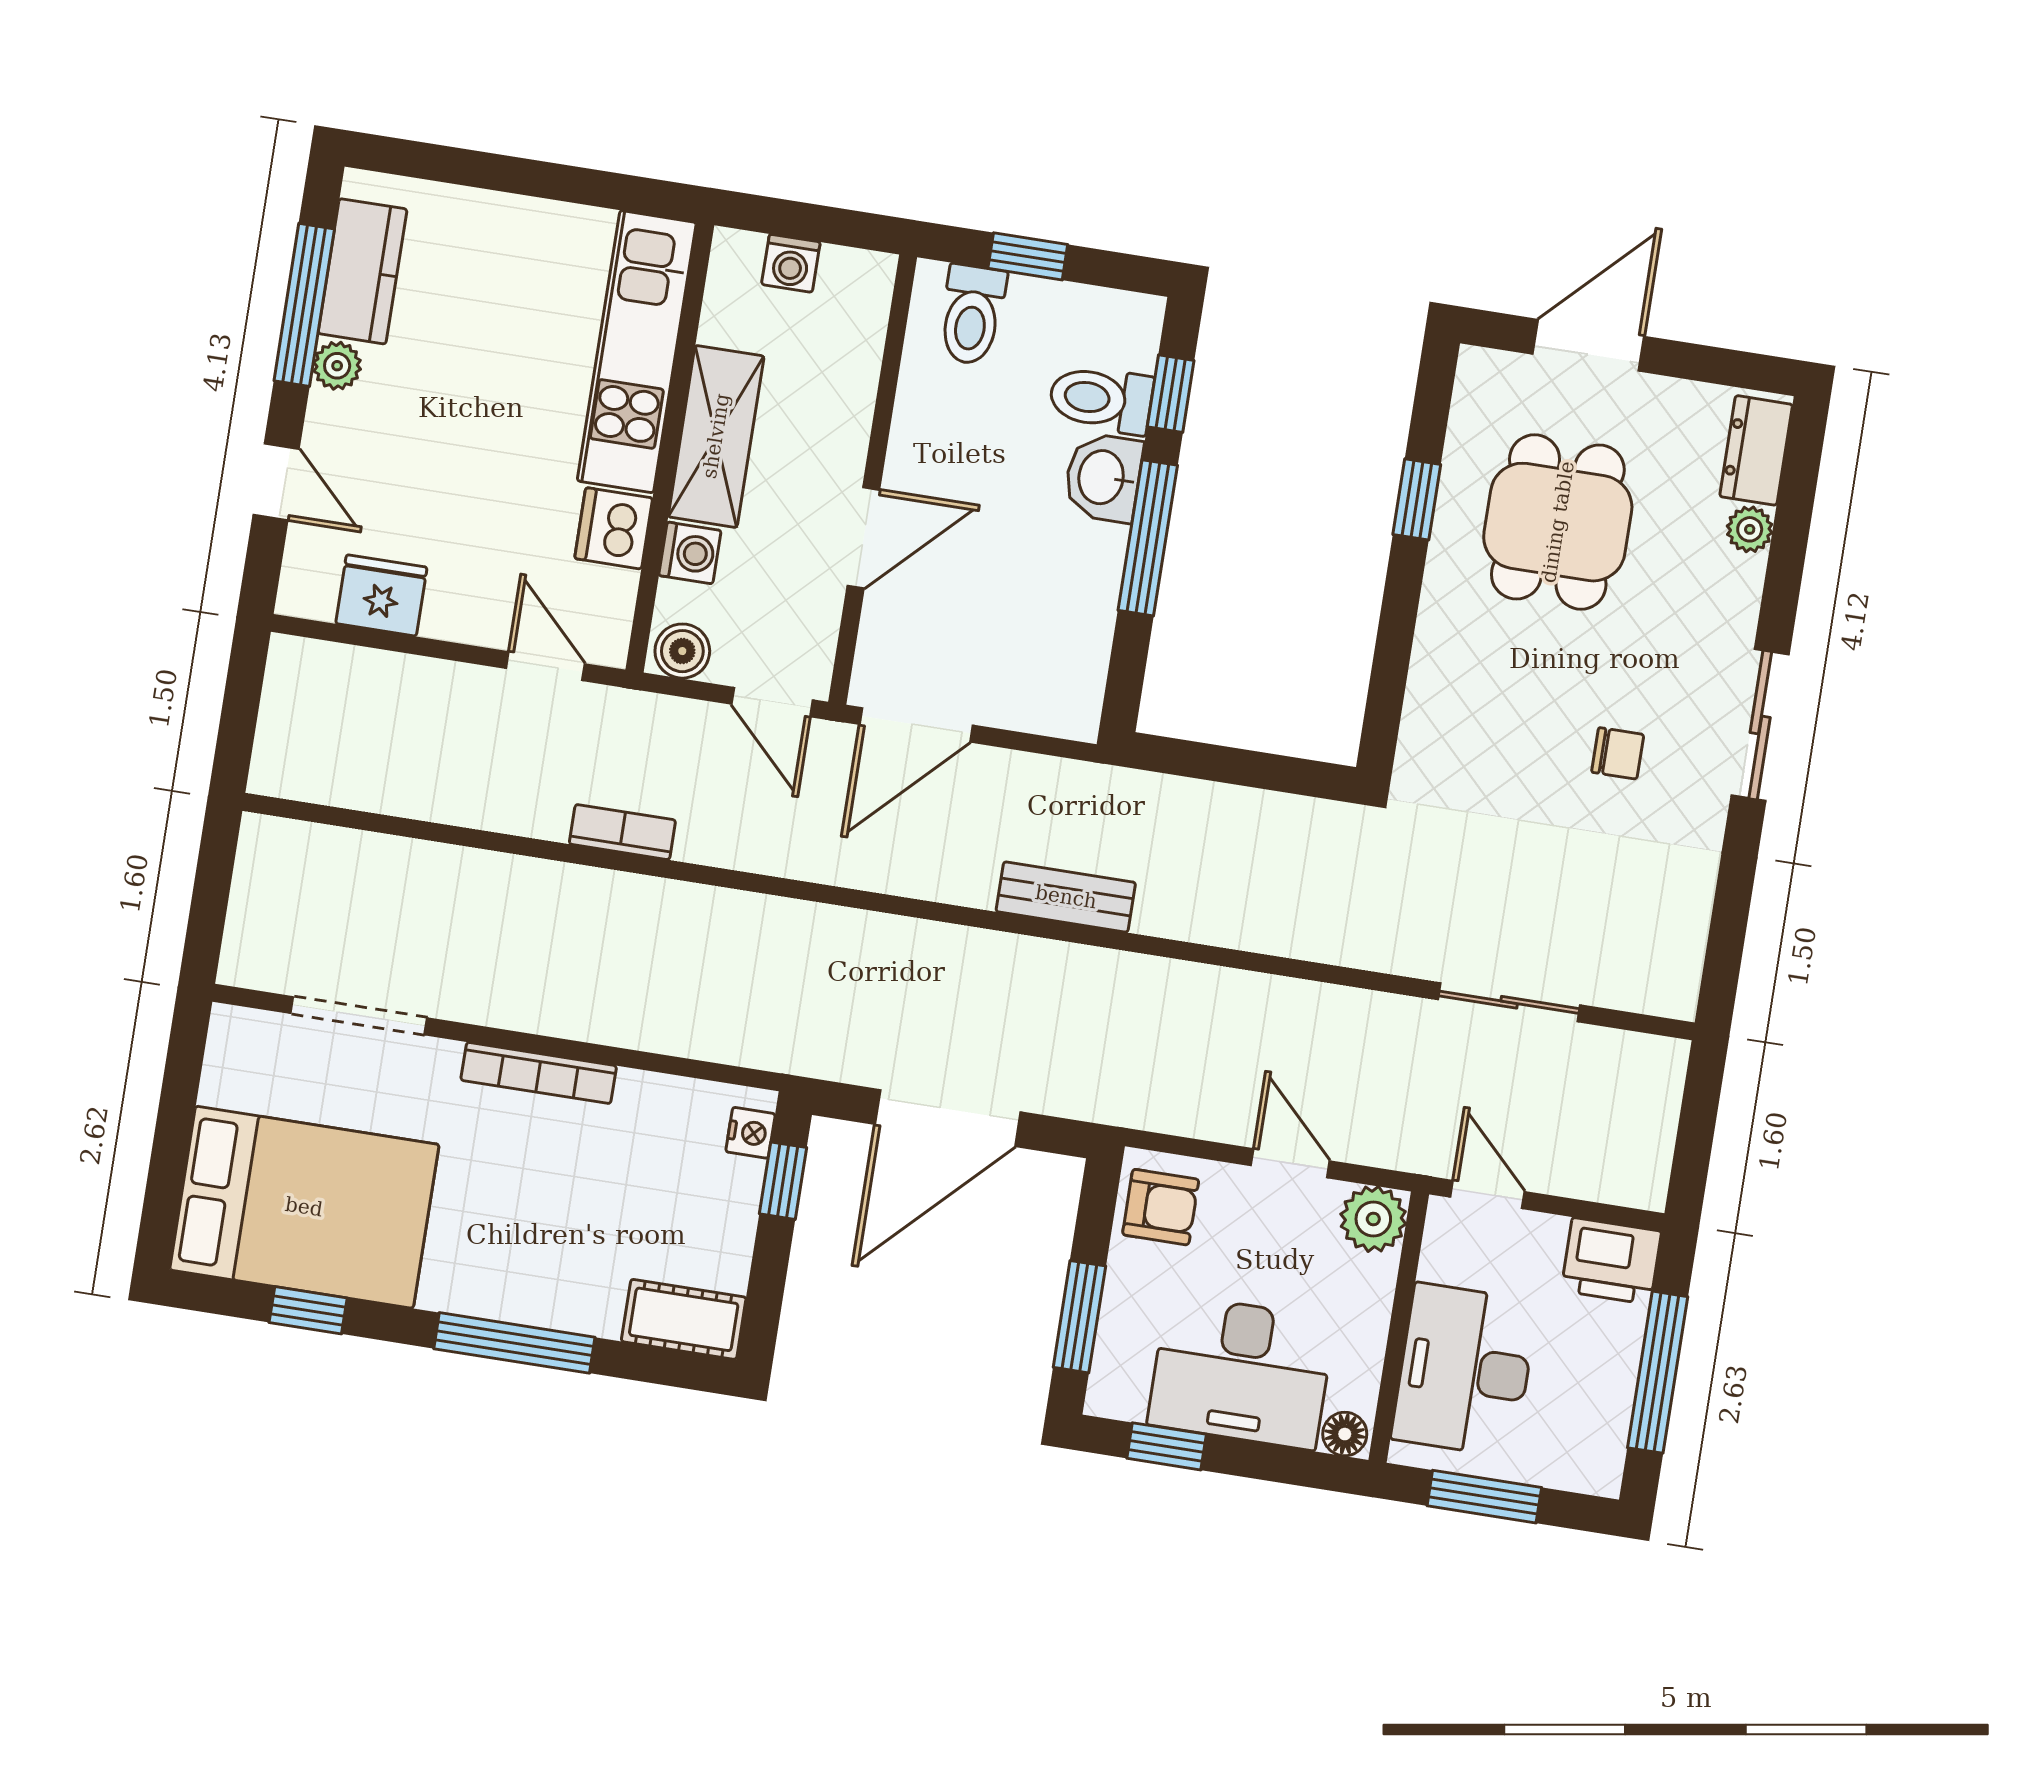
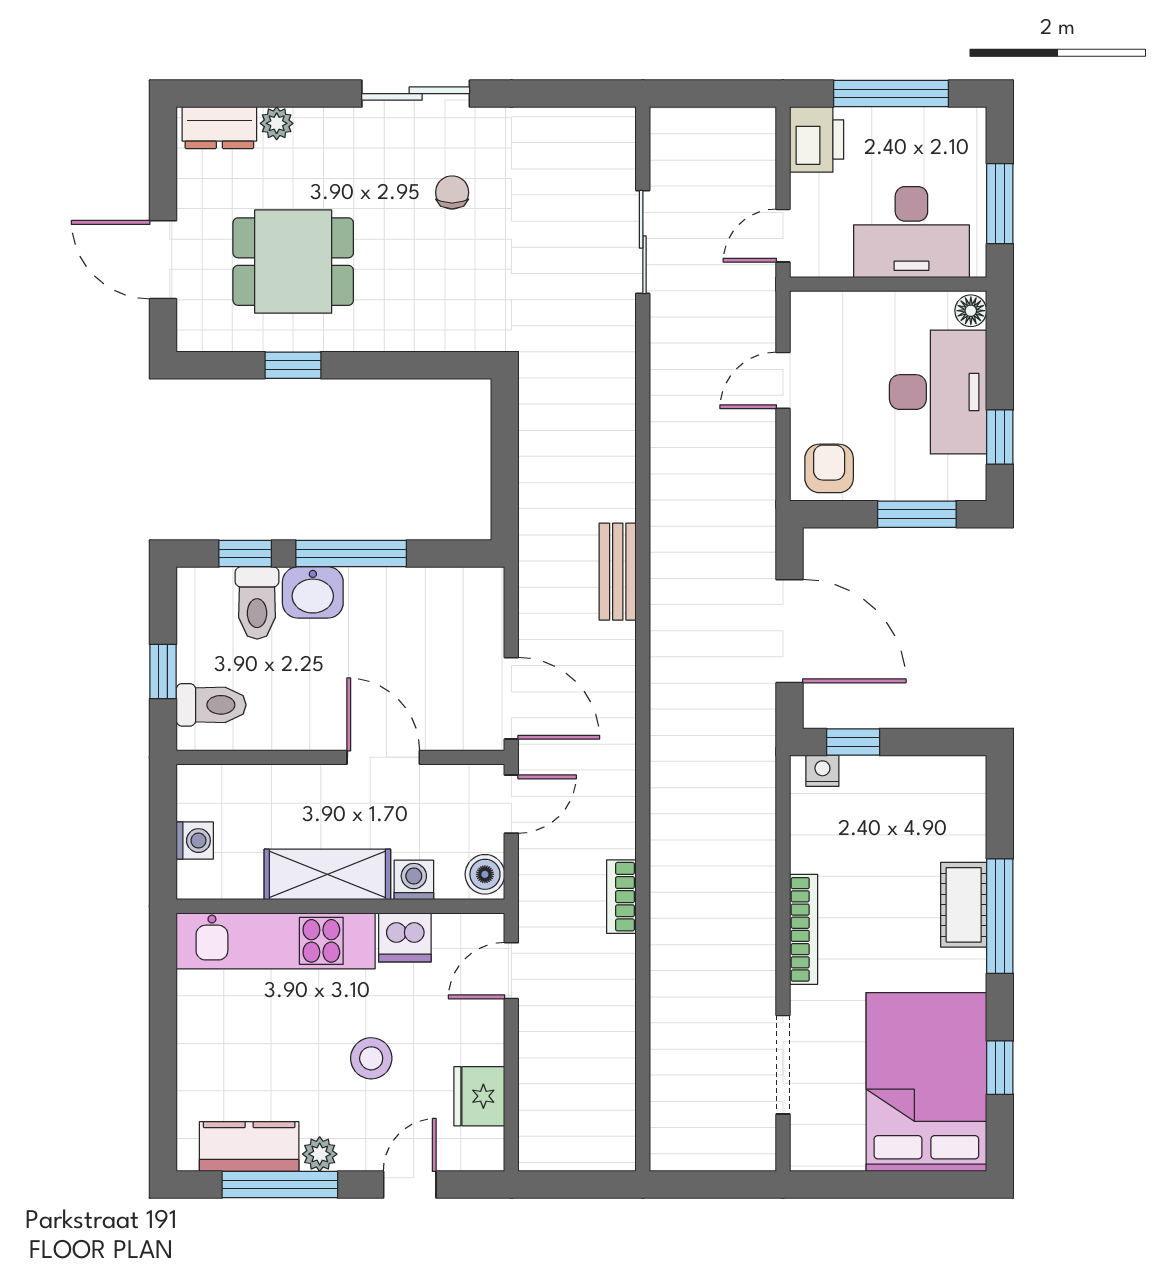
stool: (456, 457) -> (371, 1058), added
plant: (1373, 1219) -> (813, 315), removed
cot: (684, 1319) -> (964, 905), moved

